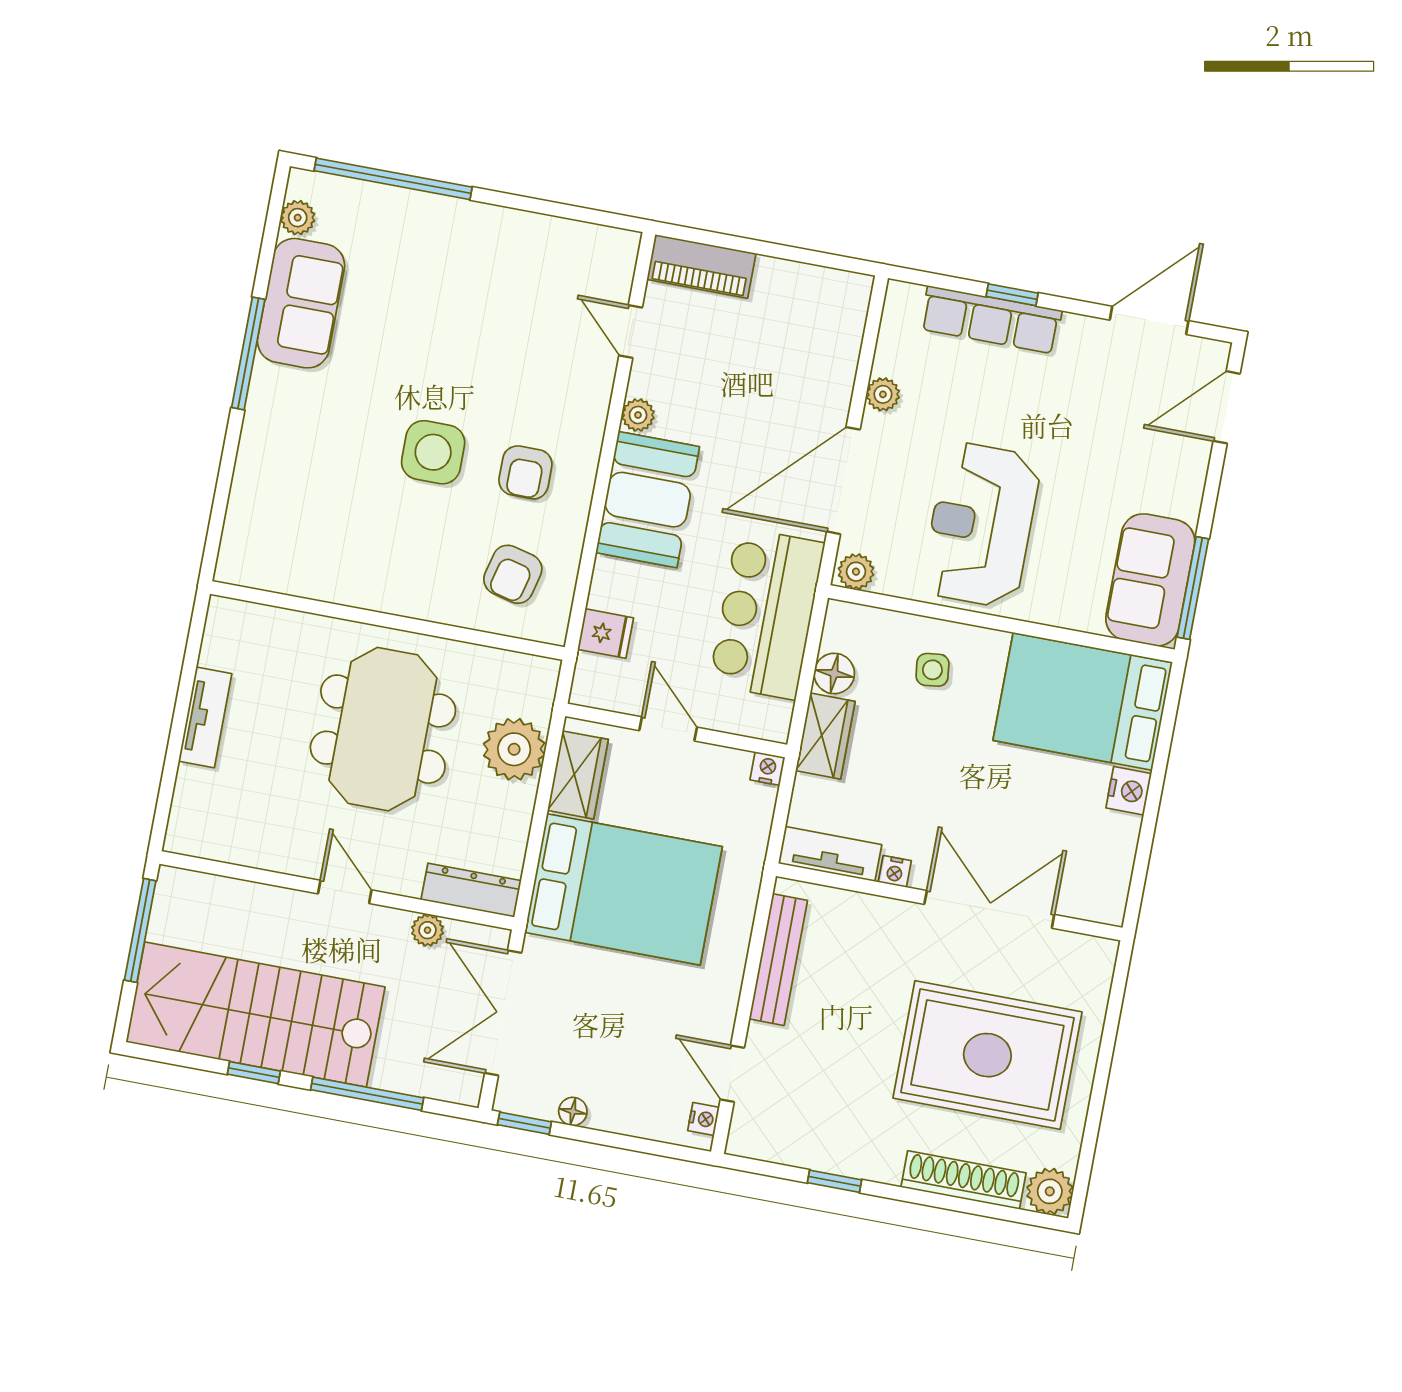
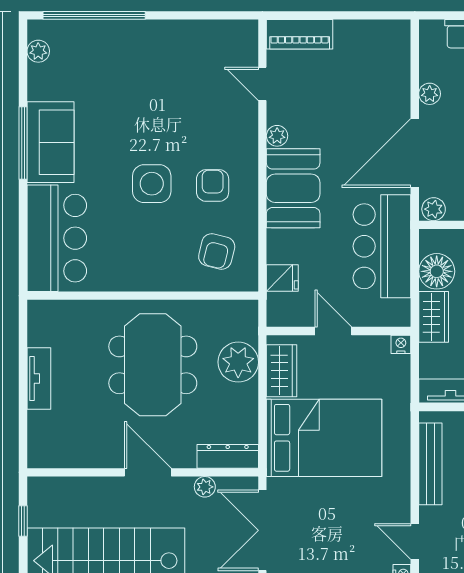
sofa: (301, 303) -> (50, 142), moved
armchair: (525, 472) -> (213, 186), turned 180
bar counter: (273, 508) -> (57, 238), added
floor lamp: (834, 673) -> (437, 271), width x1.38, depth x1.38
door: (345, 892) -> (148, 472), width x1.38
window: (140, 930) -> (23, 521), width x0.46

